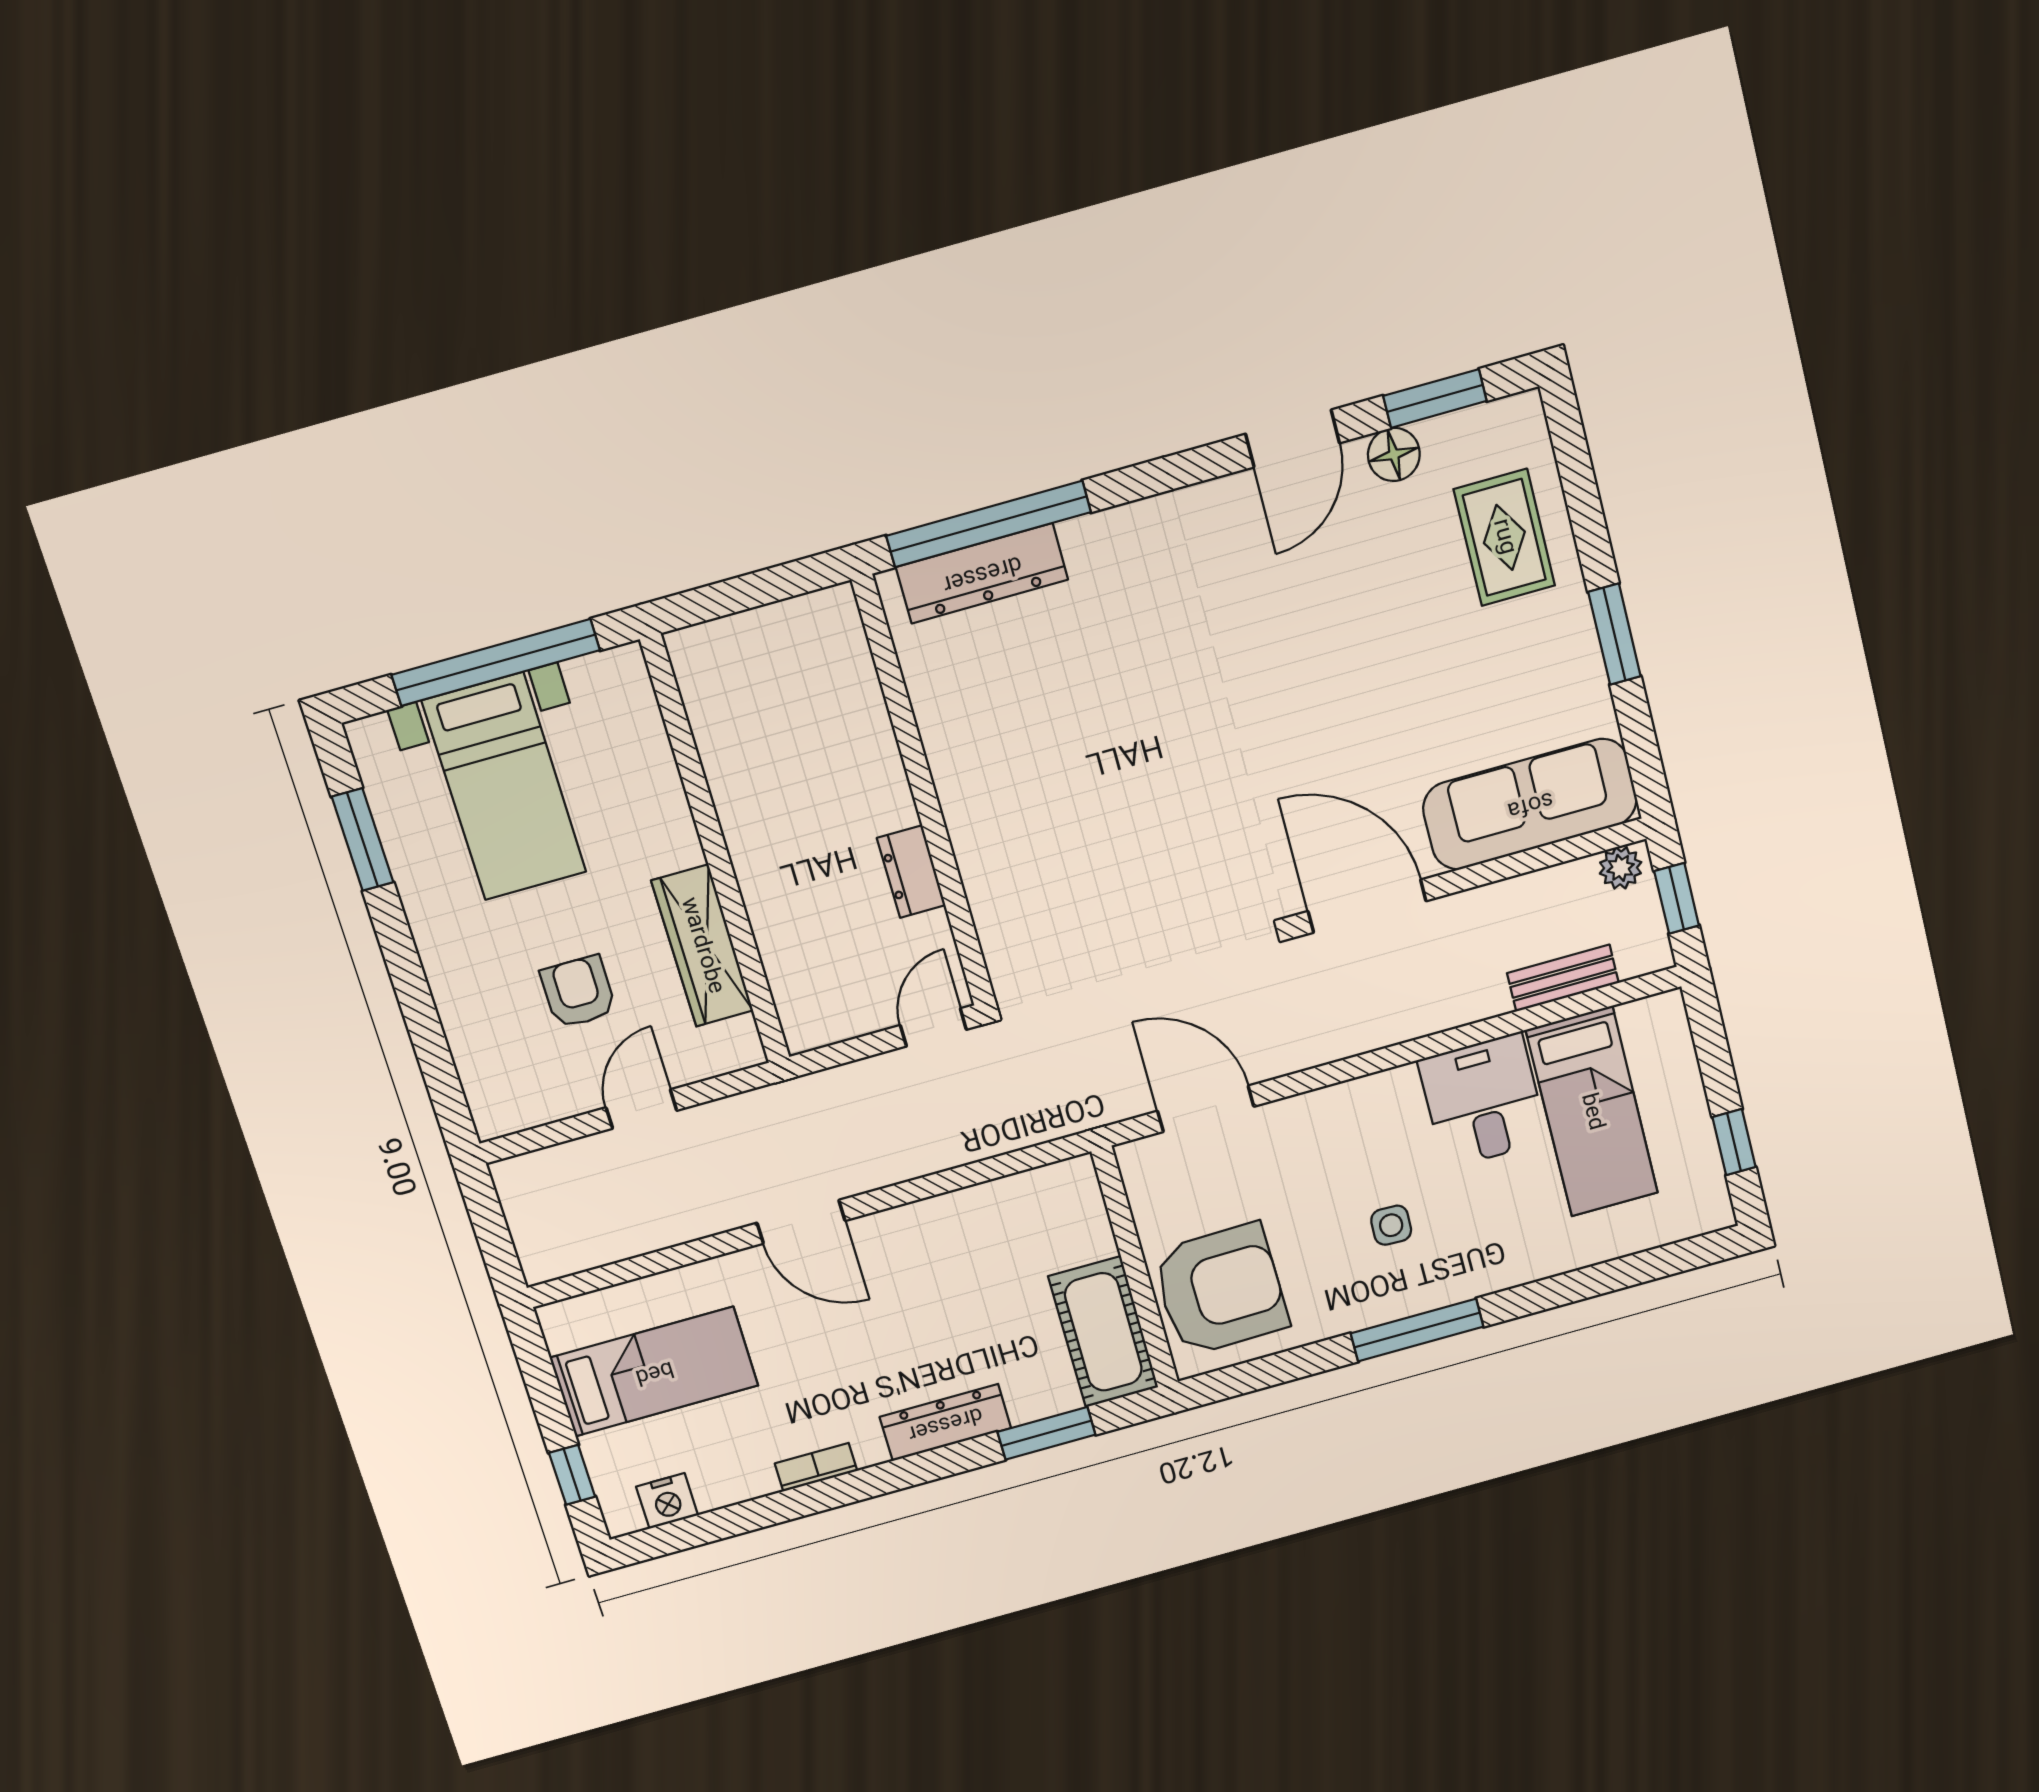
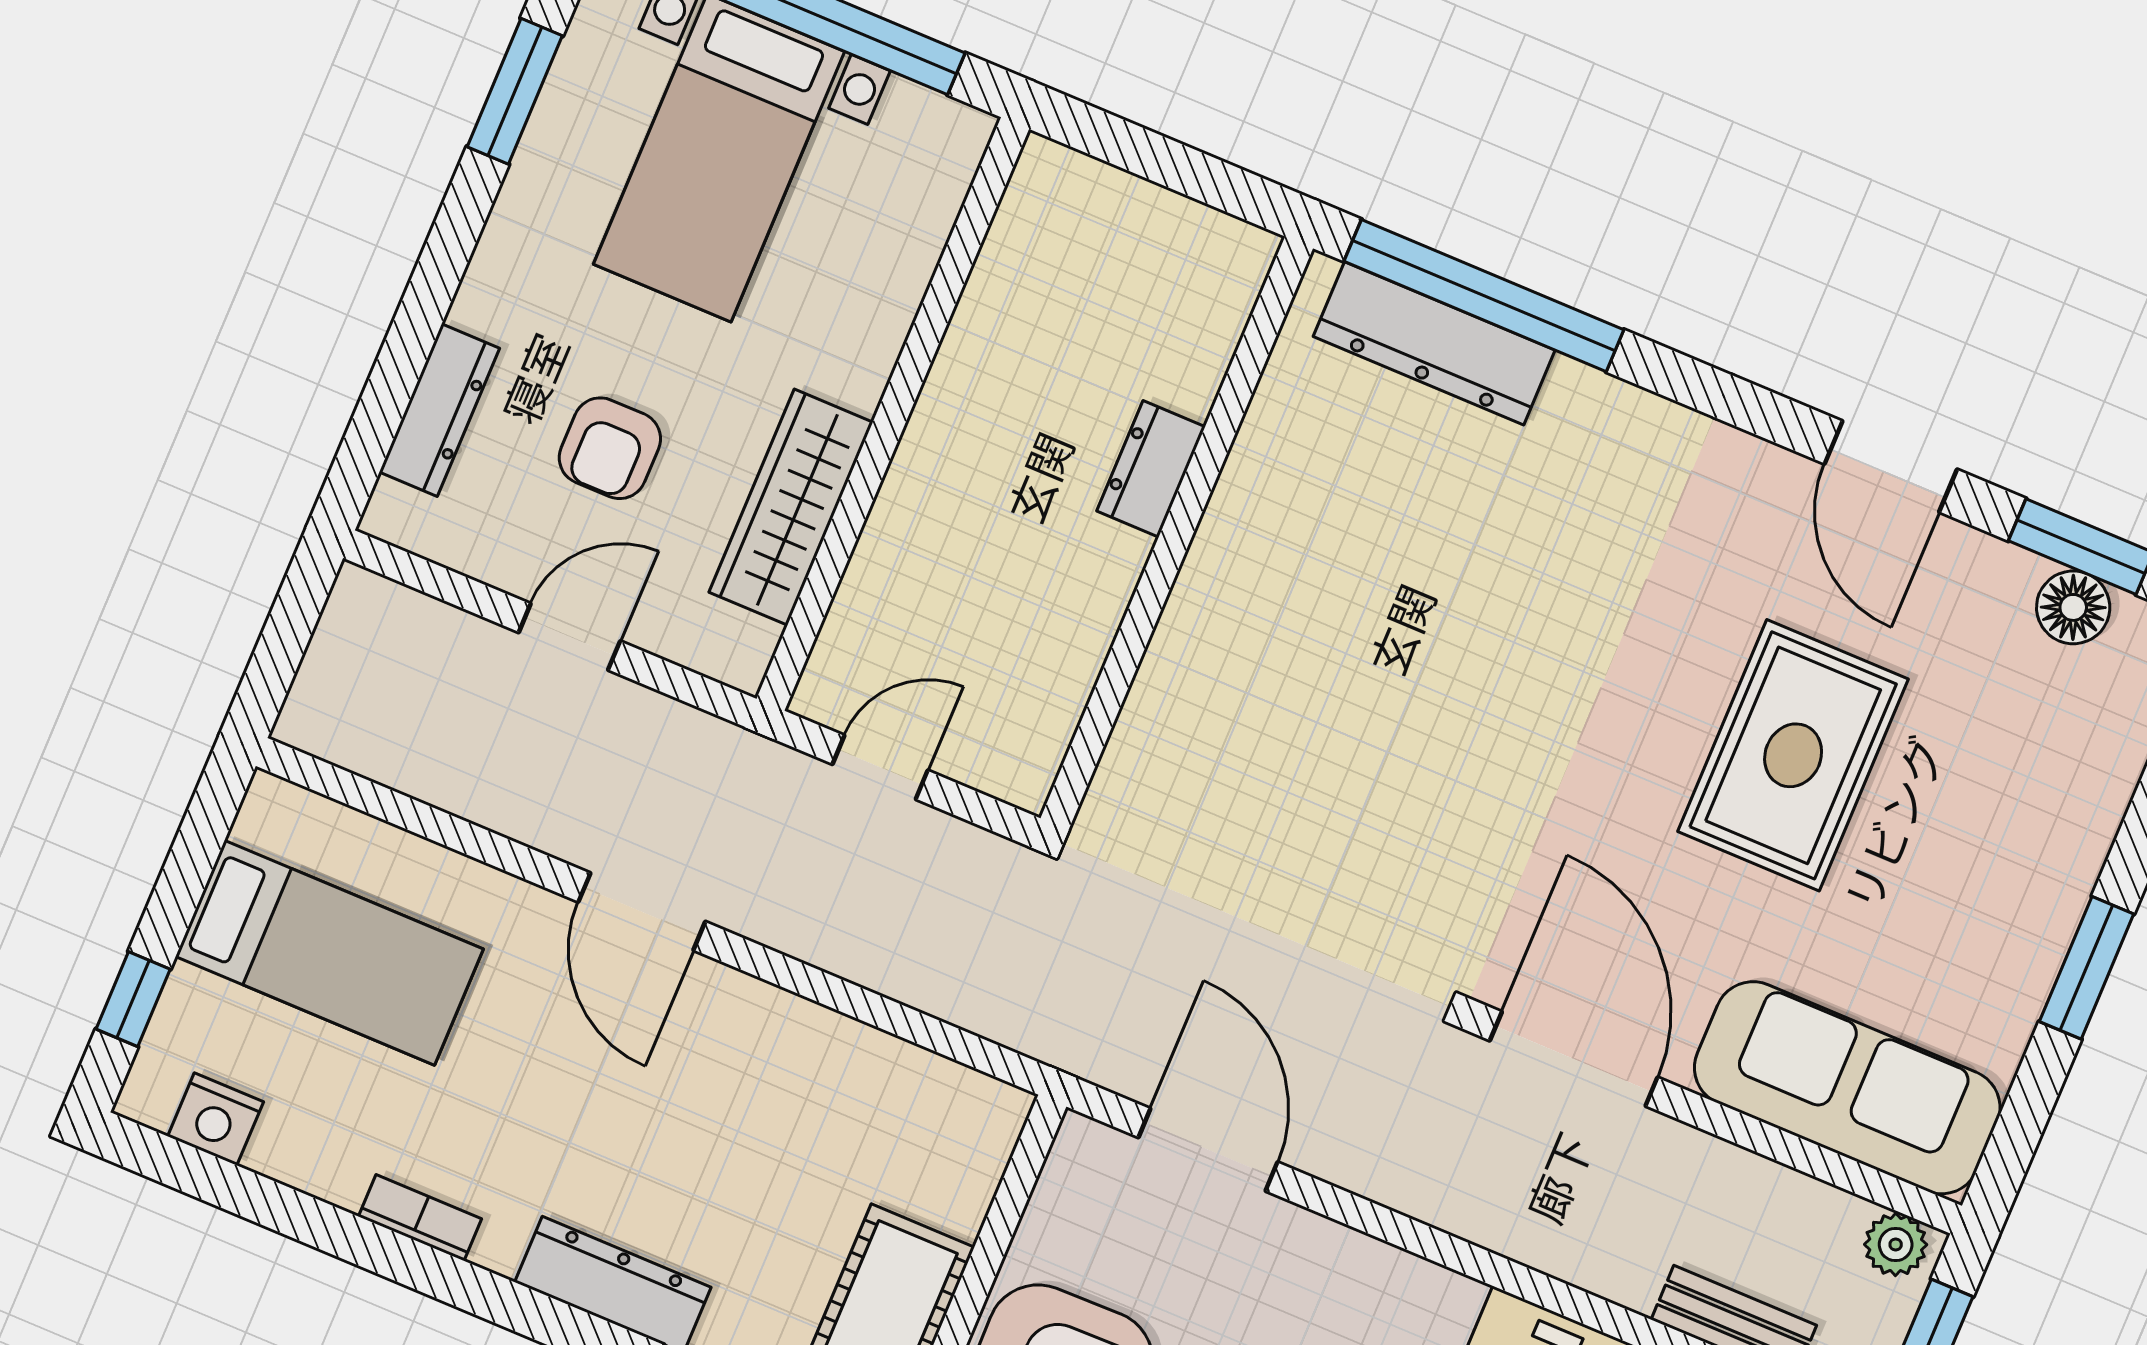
door: (1293, 439) -> (1891, 467), hinge flipped
floor lamp: (1394, 454) -> (2073, 607), moved
rug: (1504, 537) -> (1793, 755), moved, width x1.36, depth x1.43
dresser: (911, 872) -> (1151, 469), moved
armchair: (578, 992) -> (610, 448), turned 180
door: (933, 1027) -> (880, 767), moved
dresser: (470, 1045) -> (439, 410), added

